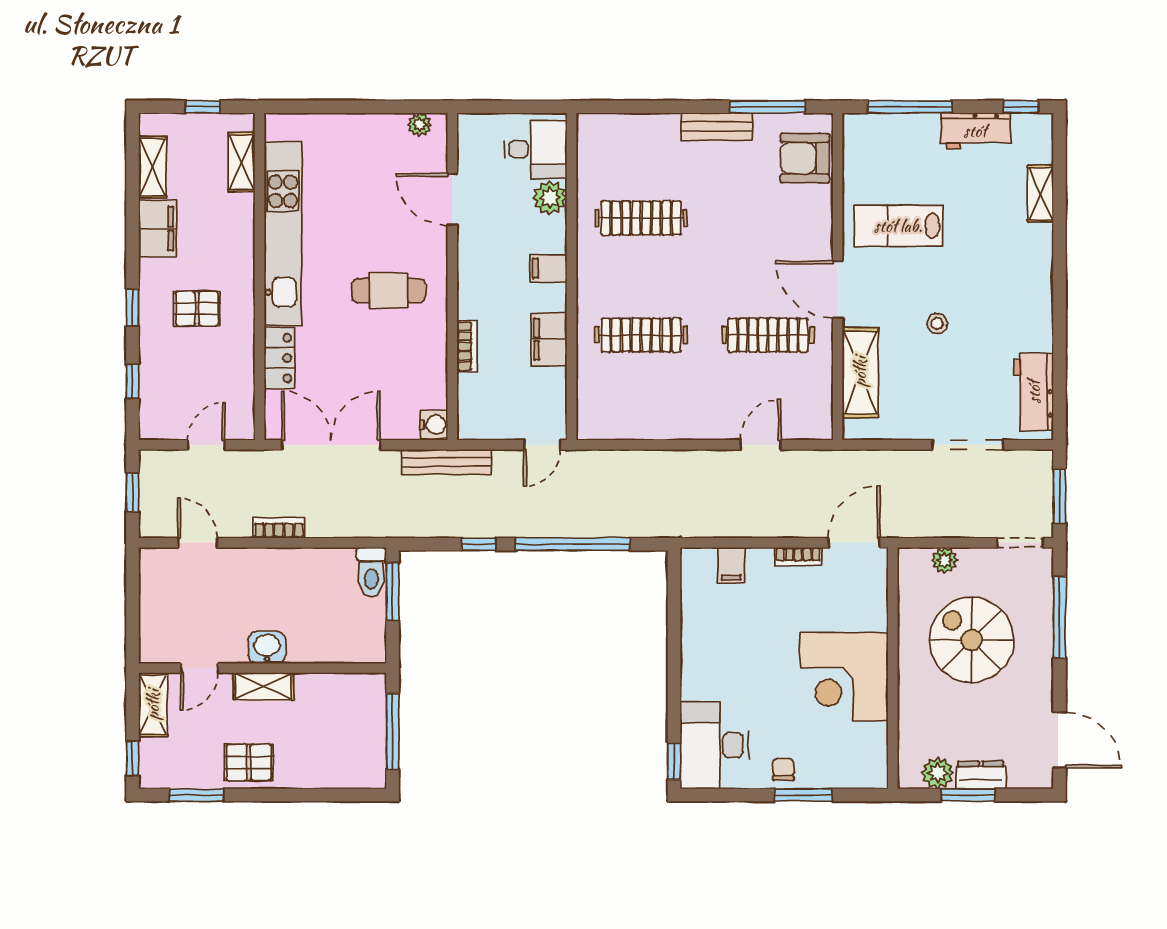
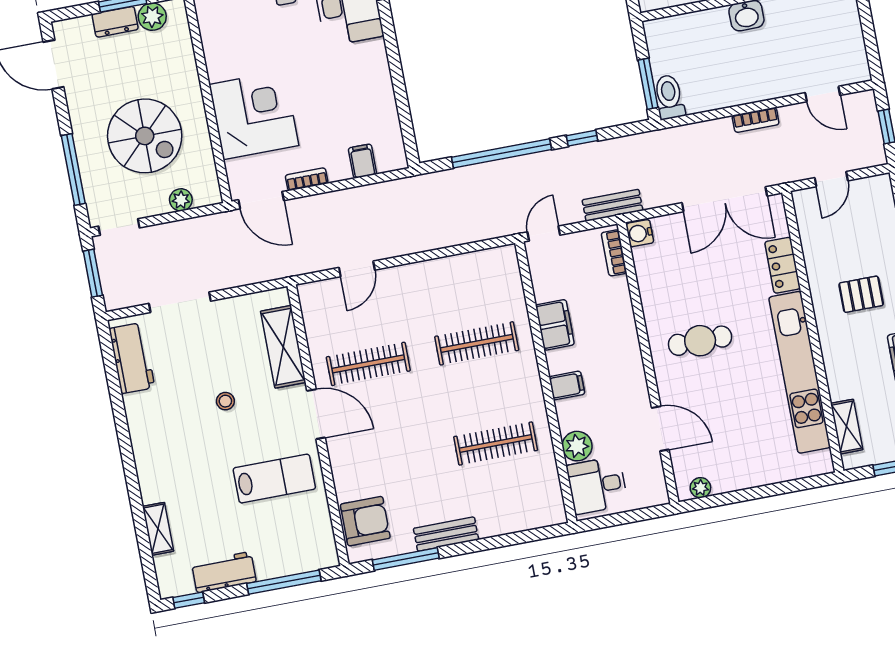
bookcase: (467, 346) -> (614, 253), moved
bench: (447, 462) -> (612, 205), width x0.73
door: (854, 543) -> (261, 200), hinge flipped
corner desk: (844, 677) -> (254, 115), moved

